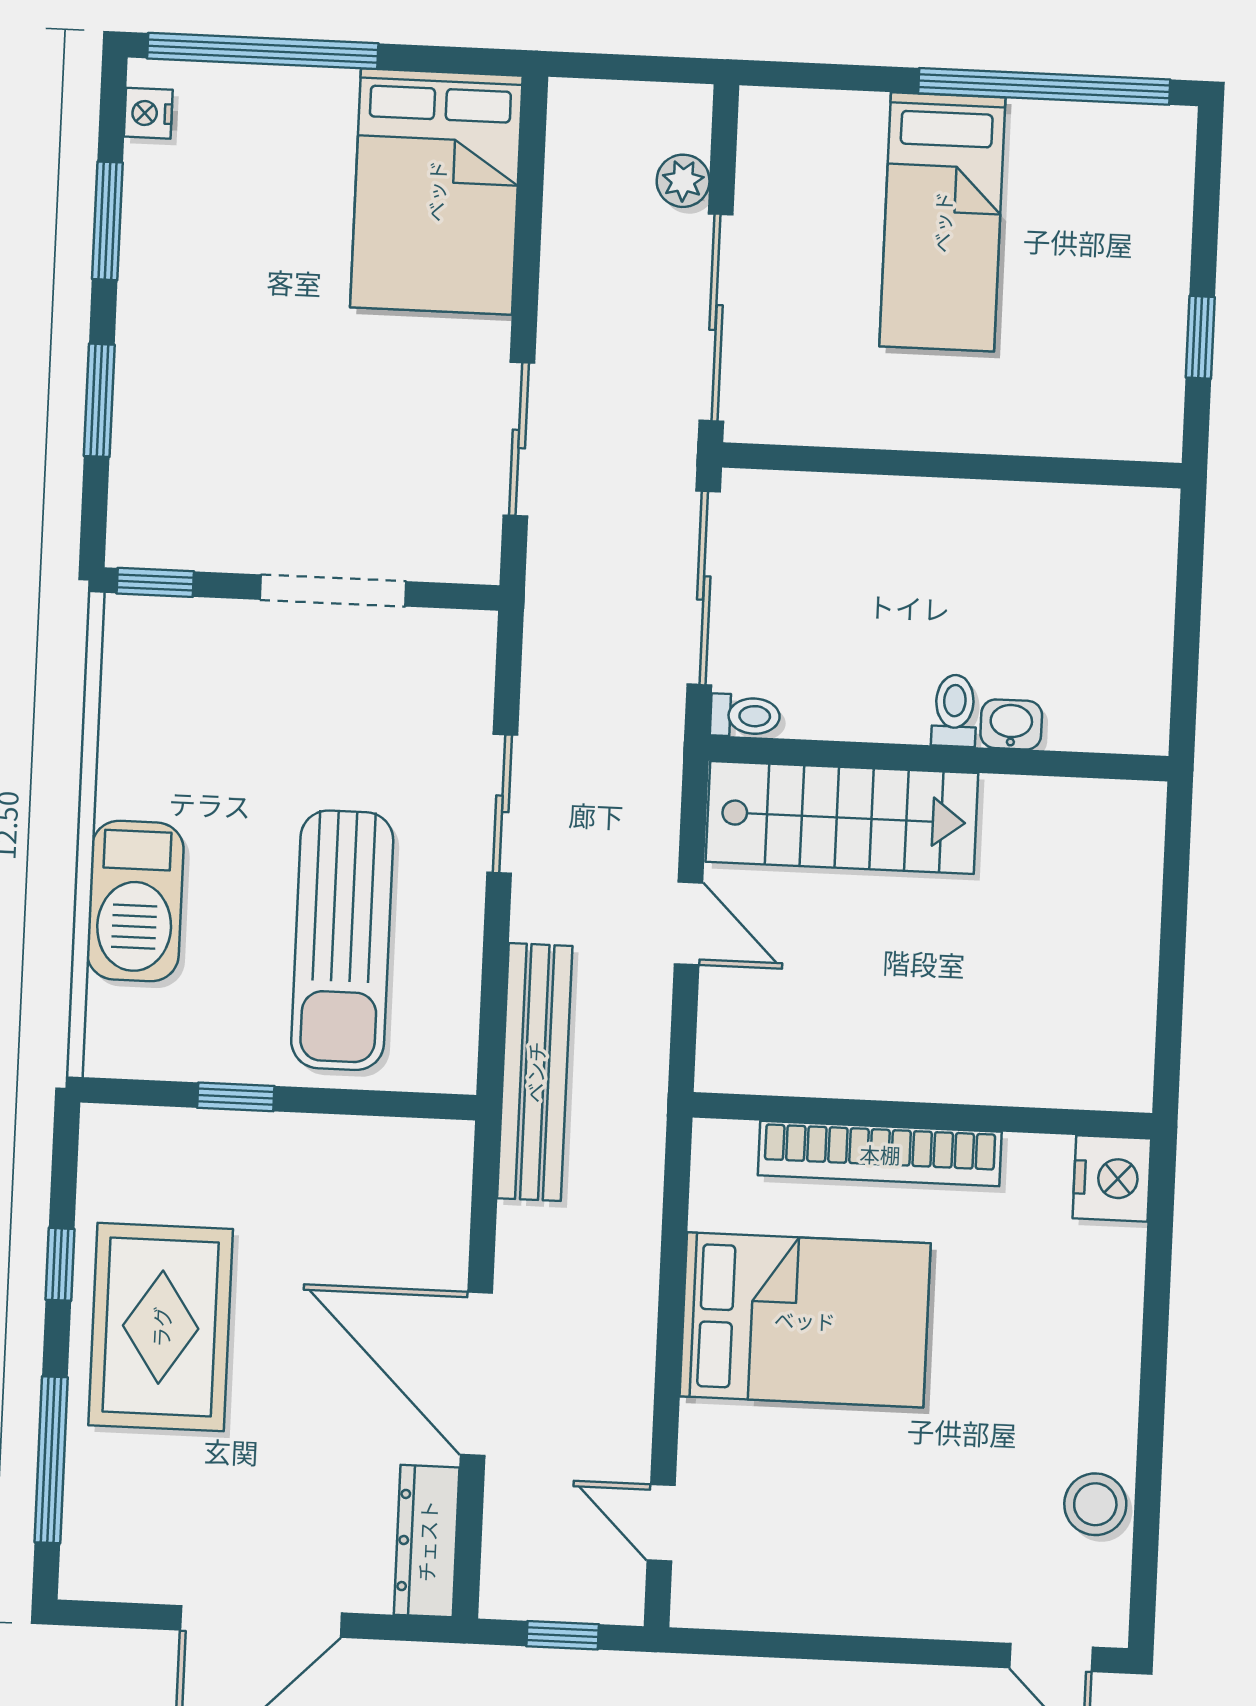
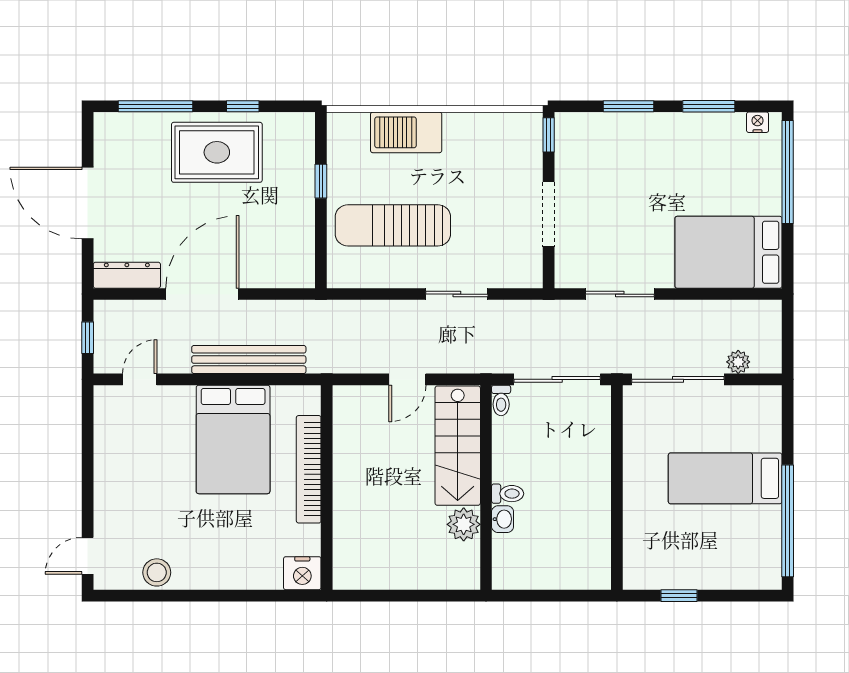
plant: (1019, 812) -> (464, 524), added
bench: (535, 1072) -> (249, 359), moved

